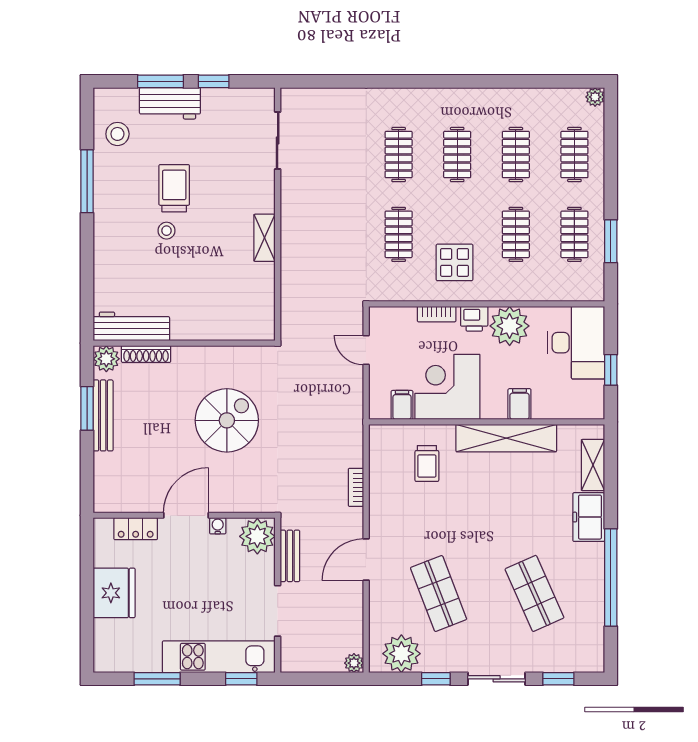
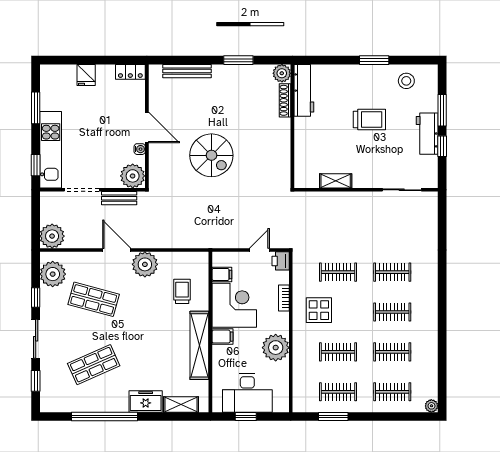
workbench: (170, 103) -> (427, 134), moved
window: (87, 181) -> (374, 60), width x0.69
stool: (167, 231) -> (341, 114), removed
printer: (474, 319) -> (281, 261), moved
workbench: (131, 326) -> (304, 90), moved
wall: (184, 343) -> (292, 126), moved
desk: (576, 343) -> (247, 393), moved
shoe rack: (146, 354) -> (285, 100), moved
plant: (106, 359) -> (282, 73), moved
filing cabinet: (519, 404) -> (223, 337), moved
window: (87, 408) -> (238, 60), moved
bench: (103, 415) -> (187, 71), moved
trolley: (427, 463) -> (182, 291), turned 90
bookcase: (356, 487) -> (166, 243), removed
plant: (387, 518) -> (145, 264), added
locker: (136, 529) -> (130, 72), moved, turned -90
fridge: (114, 593) -> (86, 75), width x0.53, depth x0.75
shop shelf: (439, 593) -> (94, 299), turned 36
plant: (354, 663) -> (52, 236), width x1.88, depth x1.88

